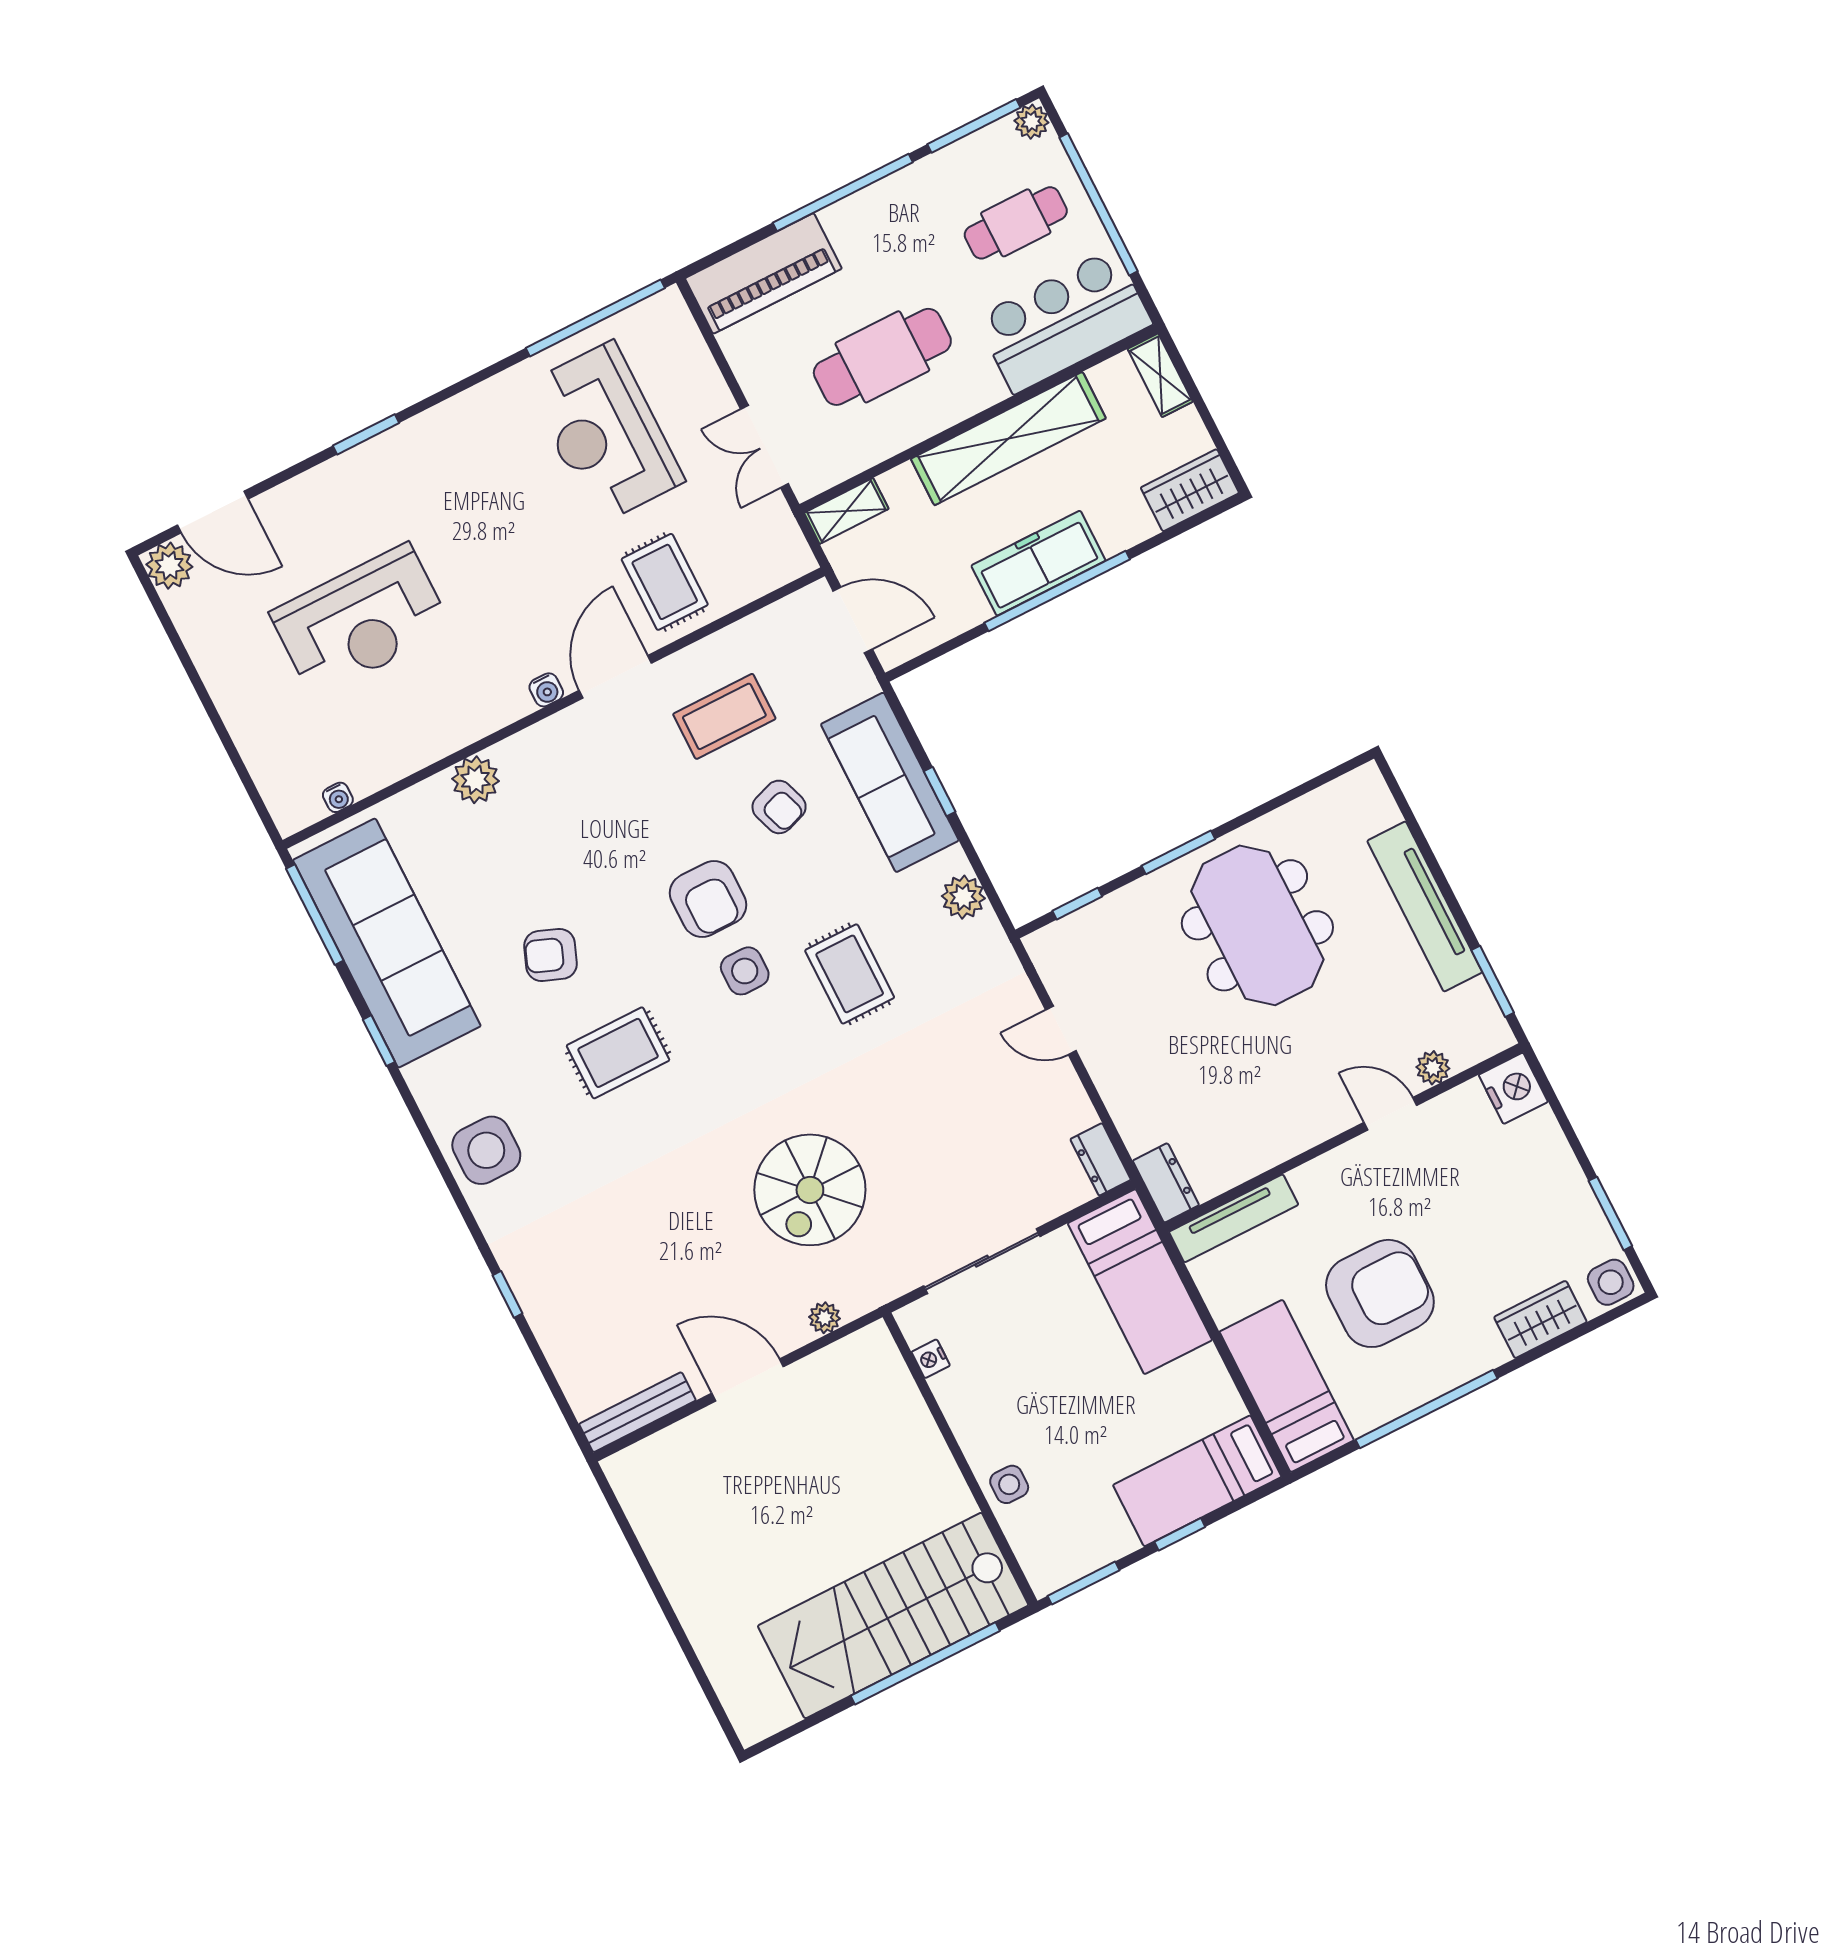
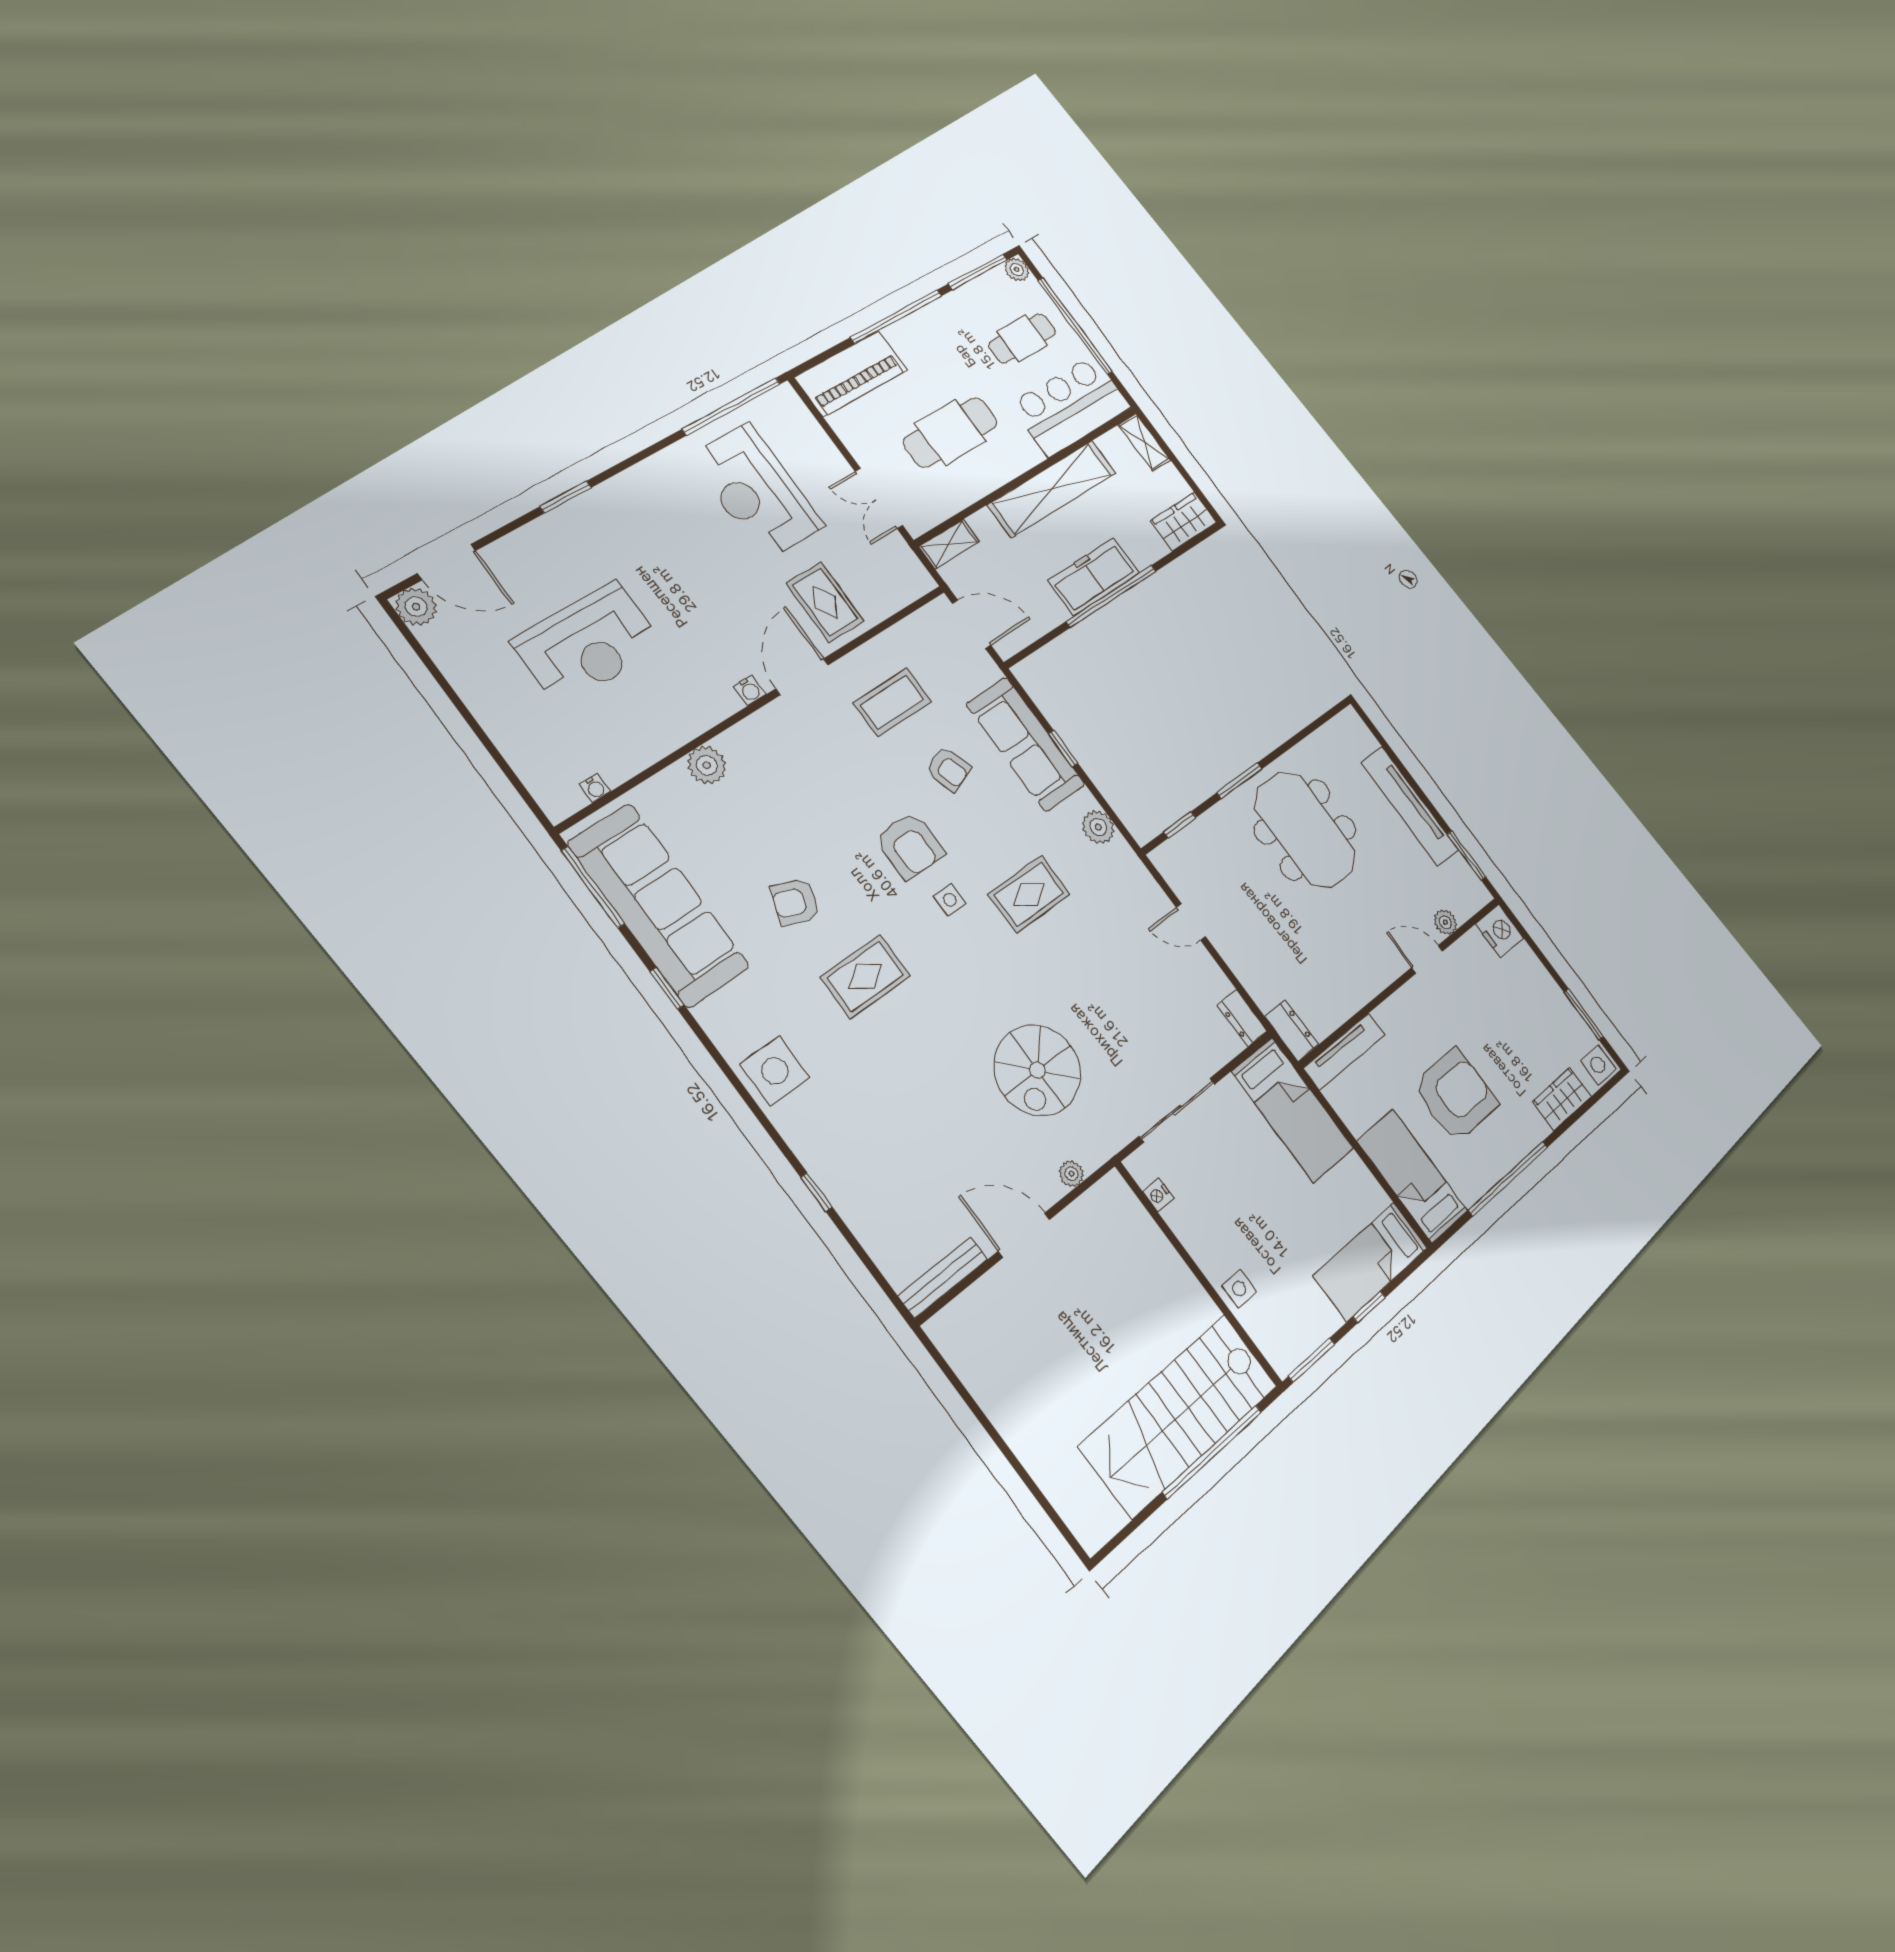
side table: (745, 971) -> (950, 900), width x0.73, depth x0.73
rug: (850, 974) -> (1029, 894), turned 90

